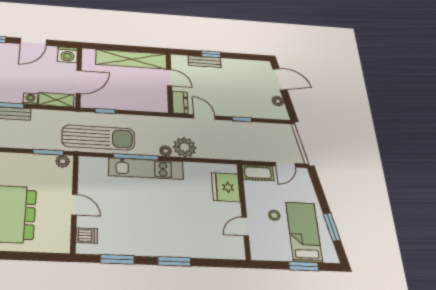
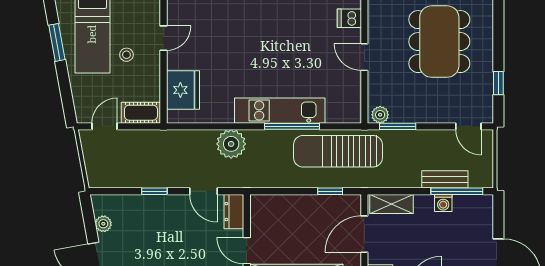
washing machine: (30, 99) -> (443, 203), moved
plant: (166, 151) -> (255, 137), removed

